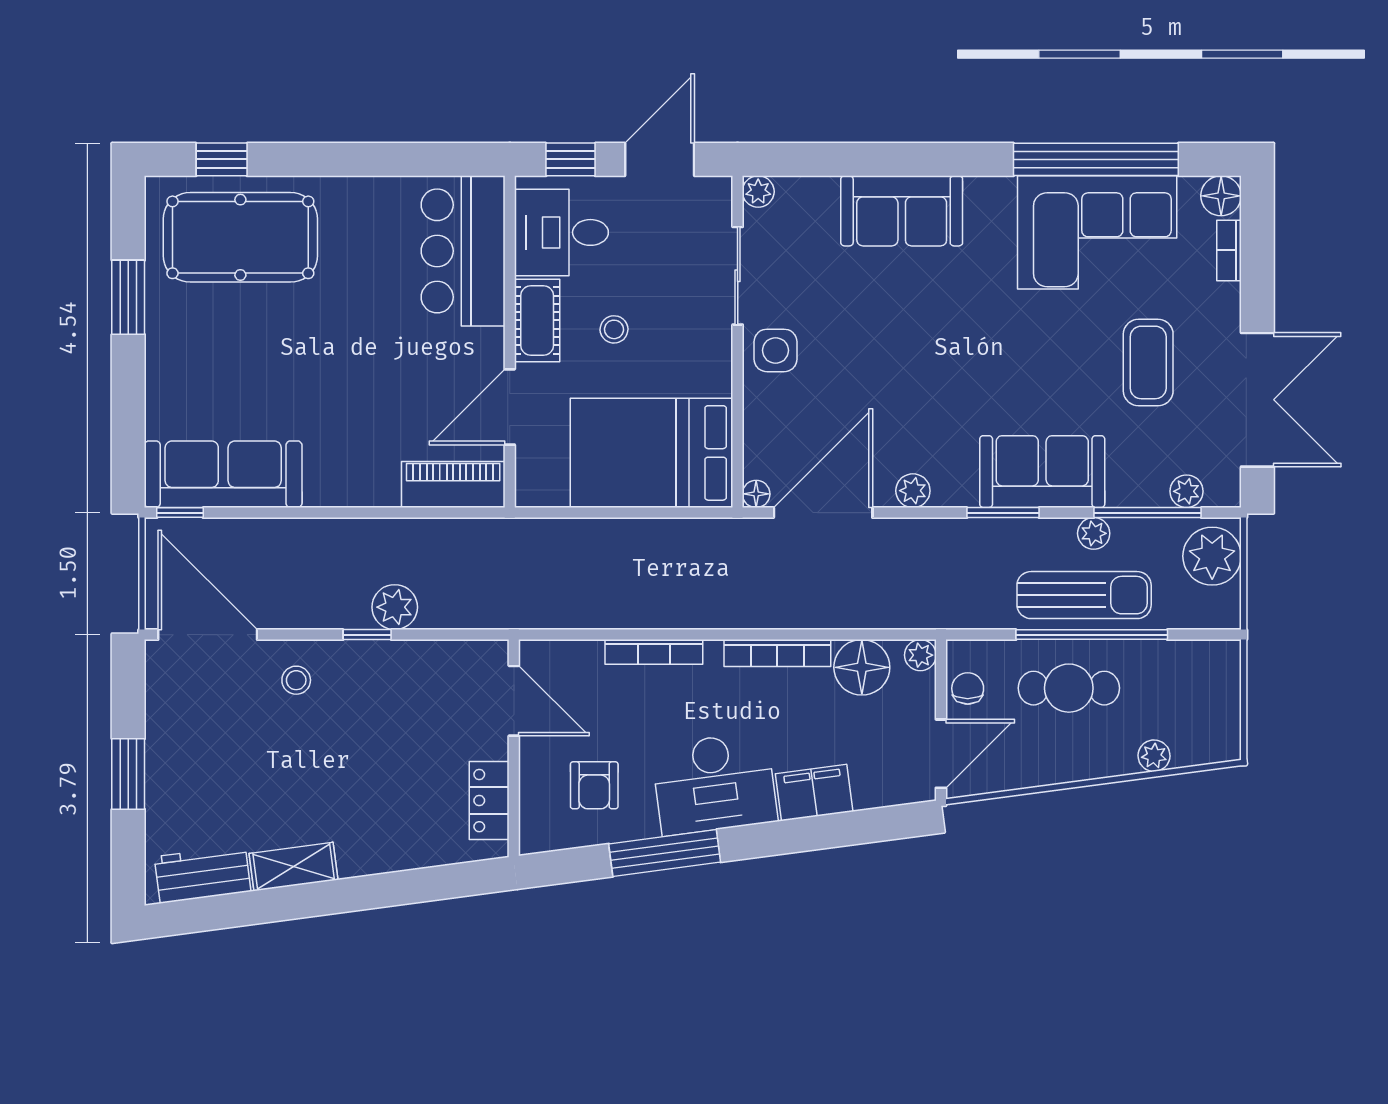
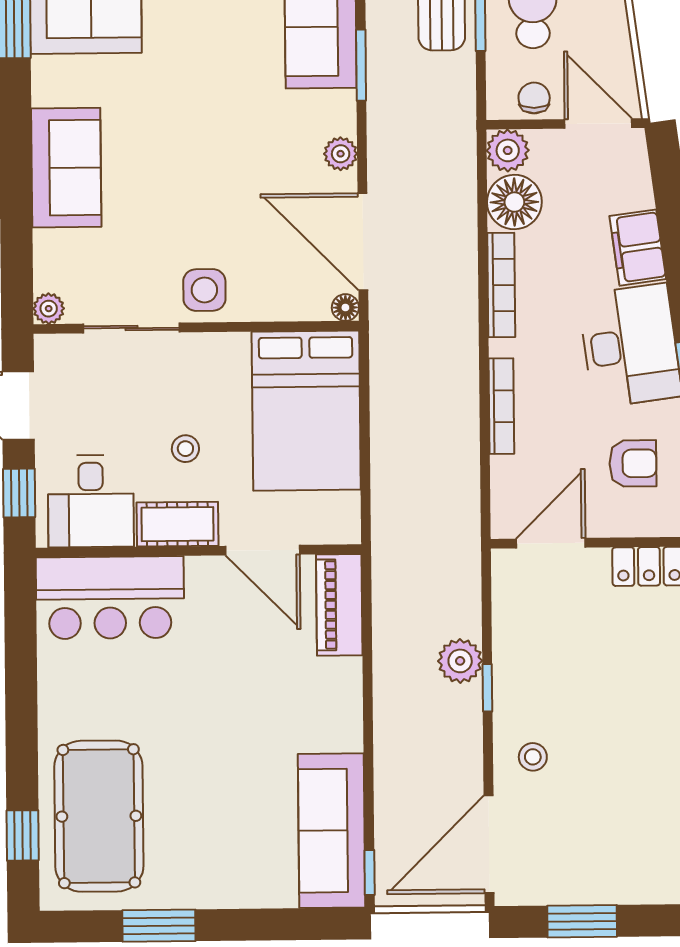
plant: (920, 655) -> (508, 150), width x1.38, depth x1.38
chair: (968, 688) -> (534, 98), turned 90
window: (128, 774) -> (582, 921), moved

